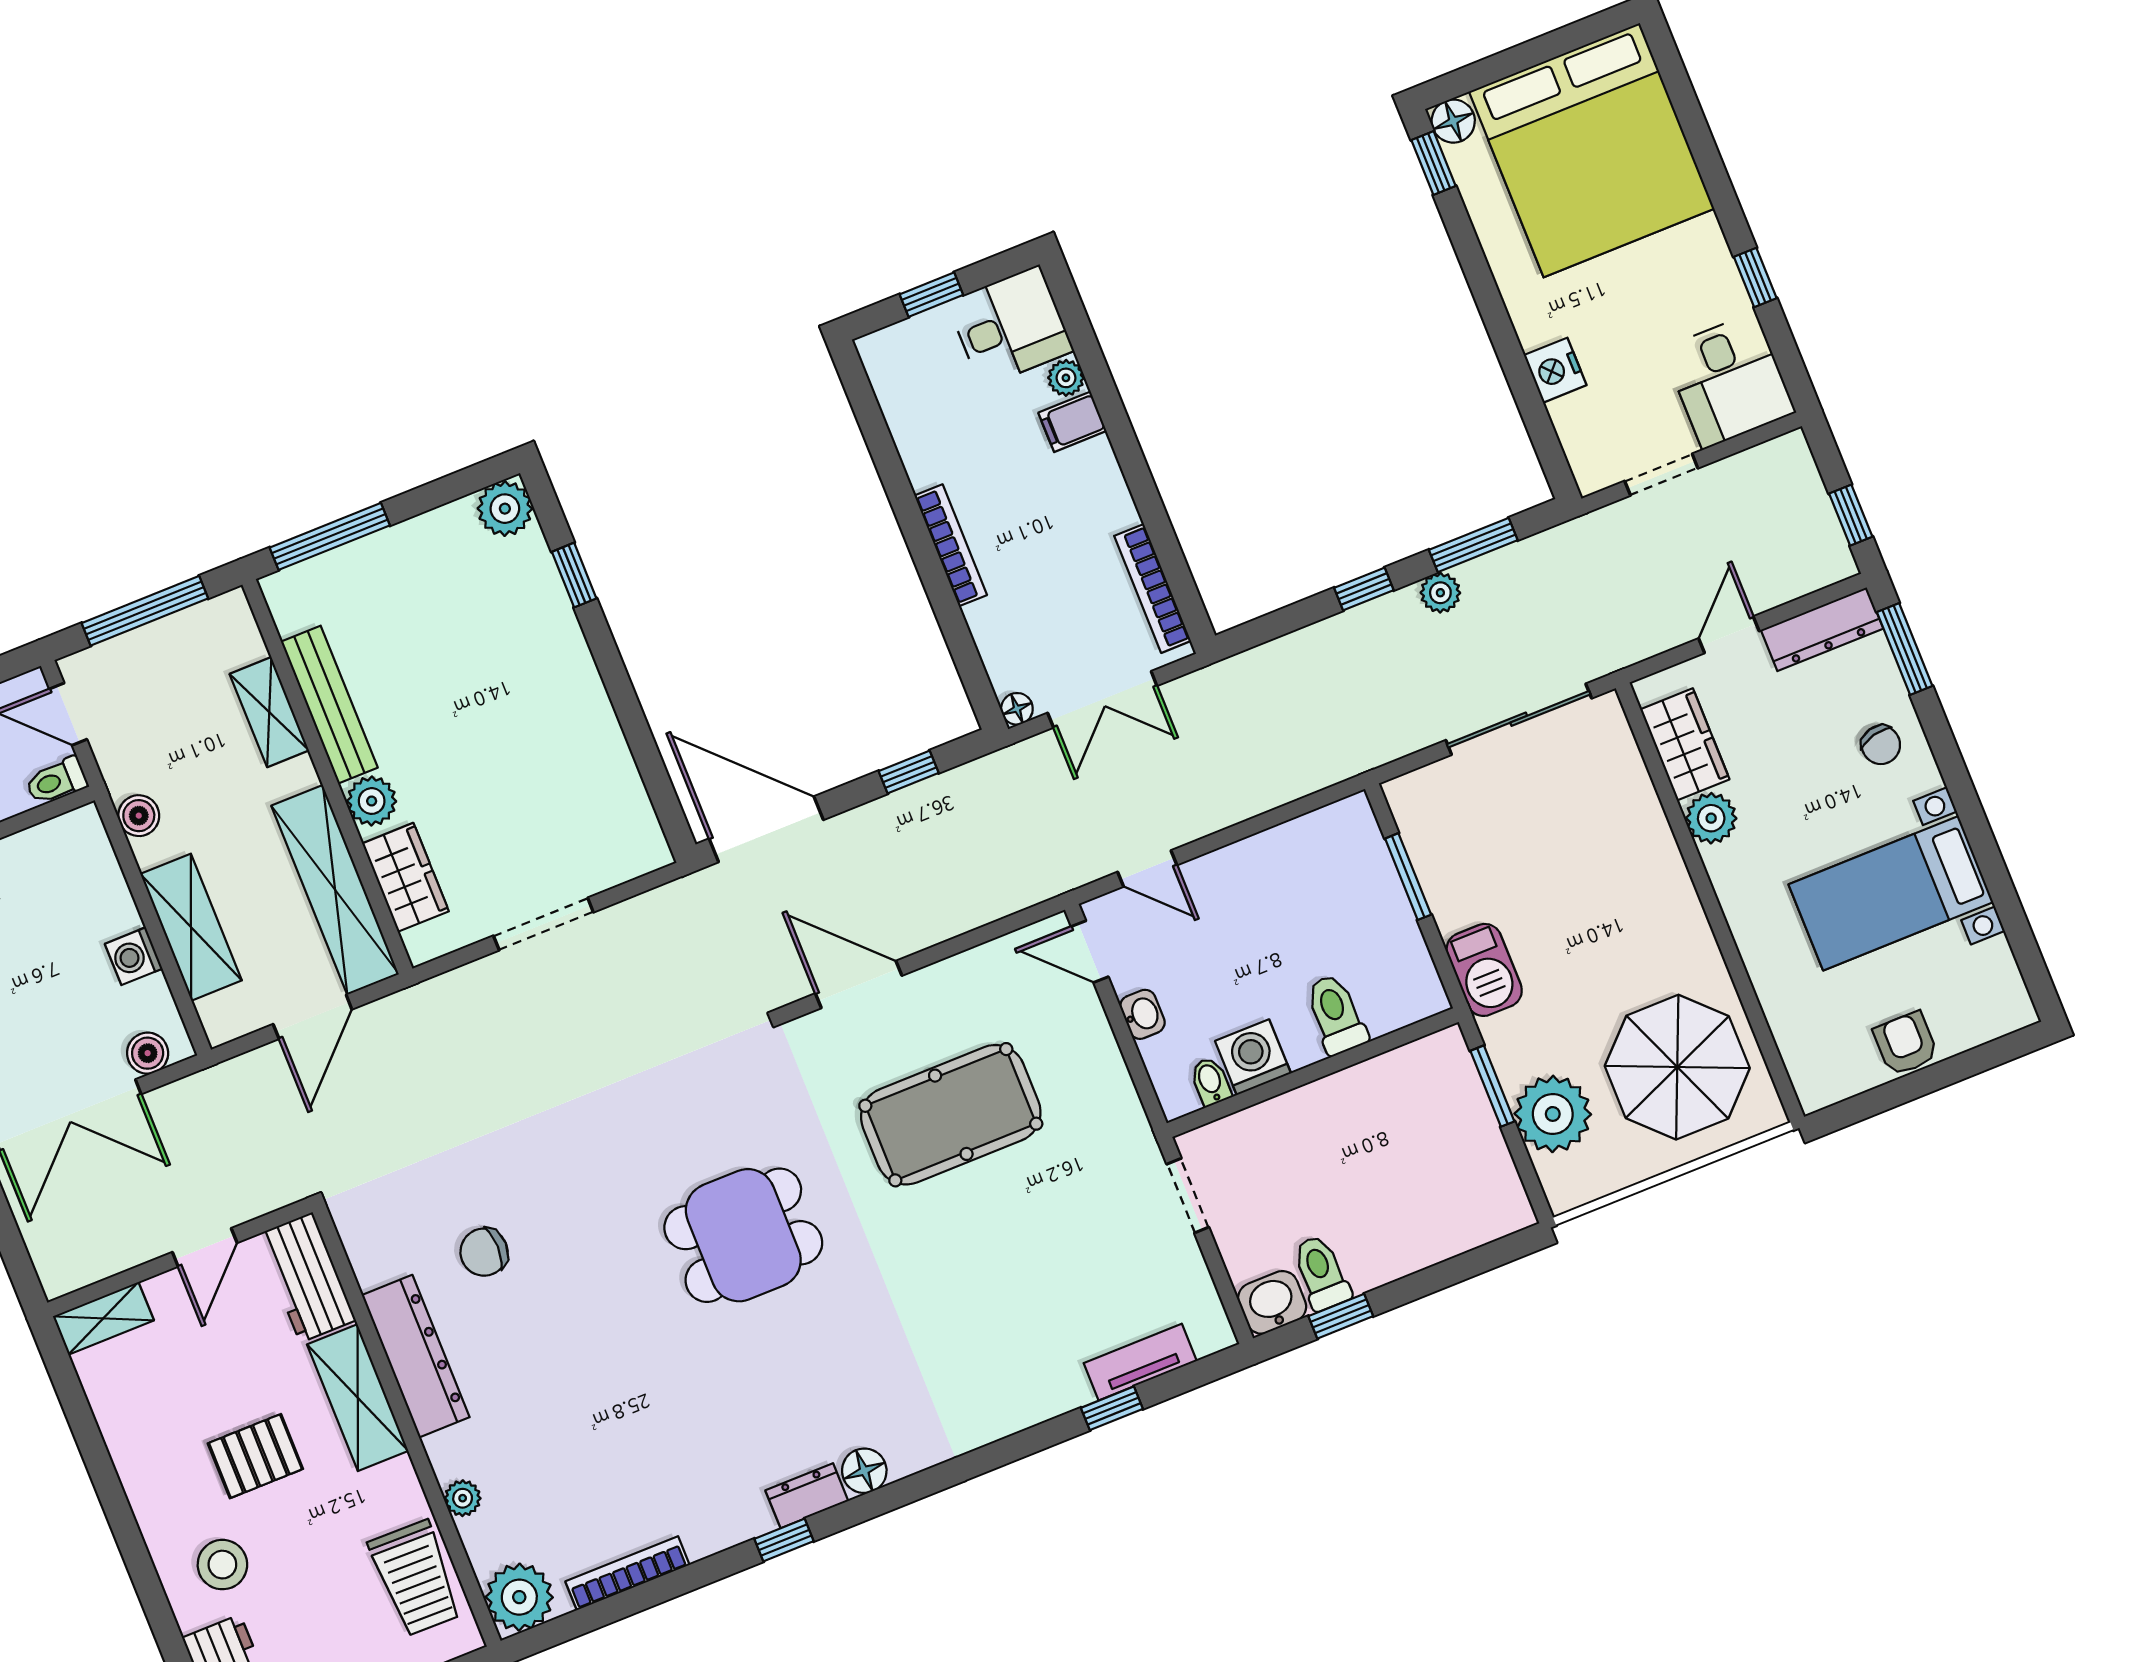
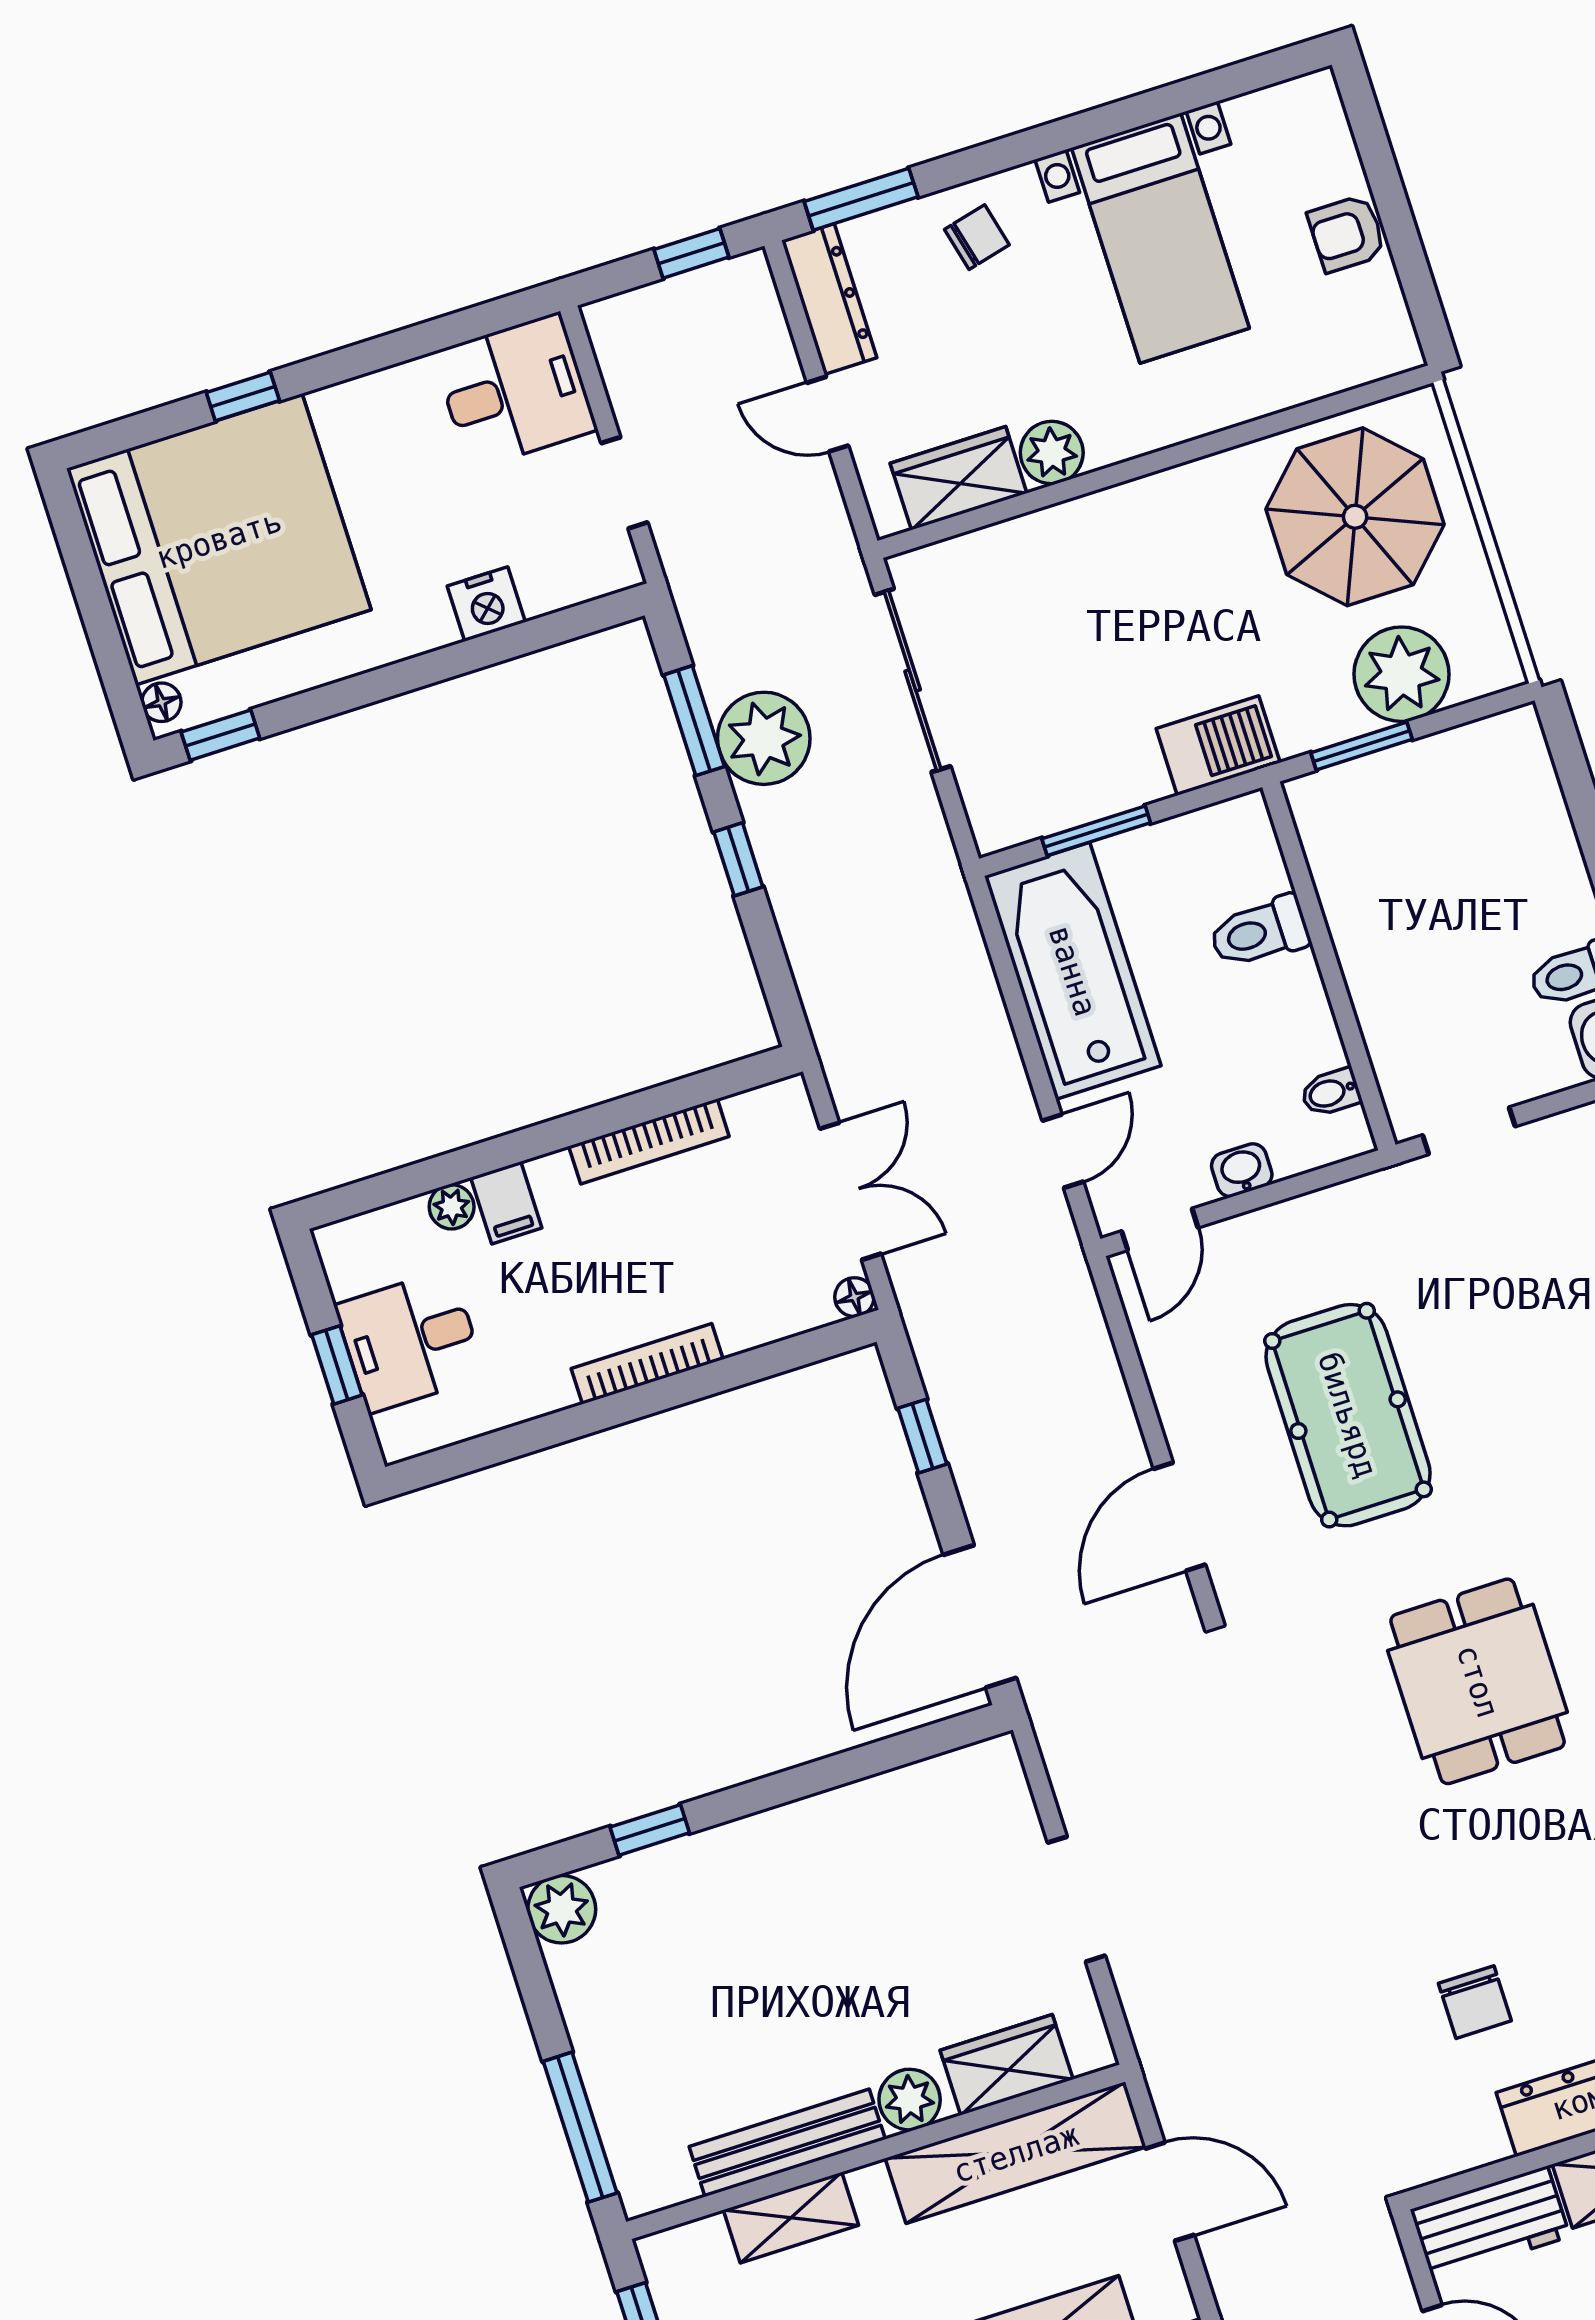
floor lamp: (1453, 121) -> (161, 702), width x0.73, depth x0.73
window: (1755, 277) -> (243, 397), moved
desk: (1010, 326) -> (410, 1341), moved, turned -90
bookcase: (1153, 588) -> (649, 1141), moved
plant: (1440, 593) -> (764, 738), width x1.88, depth x1.88
bathtub: (1293, 866) -> (1073, 971), added
washing machine: (1253, 1057) -> (1305, 1038), removed

